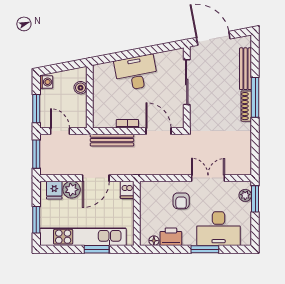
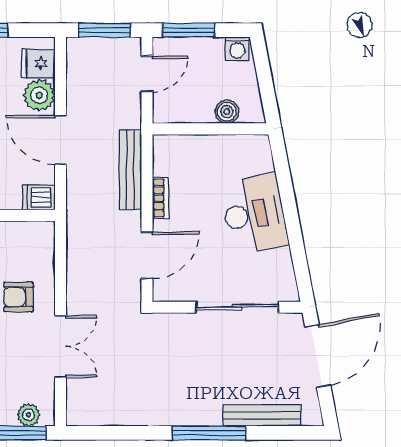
shoe rack: (246, 106) -> (193, 417), removed

